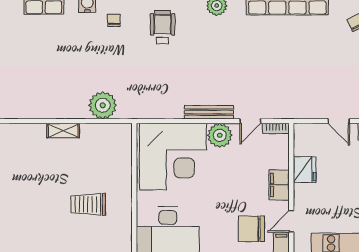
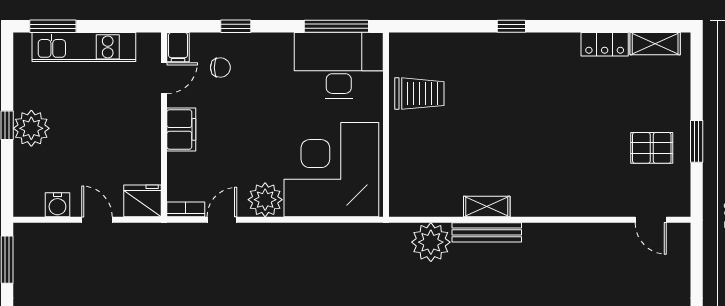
bench: (209, 112) -> (487, 232), moved
fridge: (305, 170) -> (143, 201), moved, turned 90
trolley: (88, 204) -> (419, 94), moved
chair: (251, 229) -> (220, 68), width x0.54, depth x0.54

